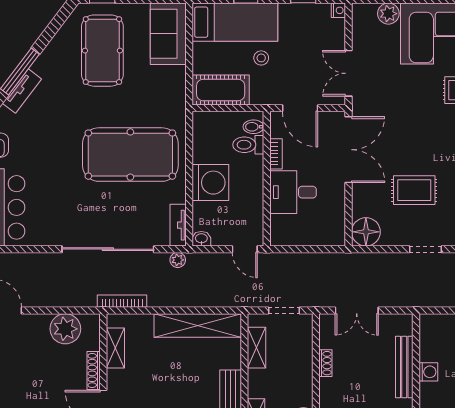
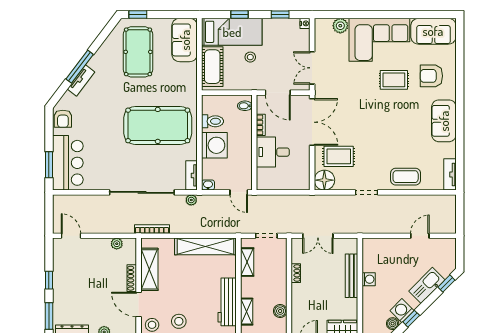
cot: (221, 90) -> (212, 67), moved, turned 90
toilet: (248, 145) -> (212, 121), moved, turned 180
rug: (414, 190) -> (339, 156), moved
plant: (65, 329) -> (117, 244), width x0.53, depth x0.53
shelving: (115, 348) -> (149, 269), width x1.50, depth x1.33

